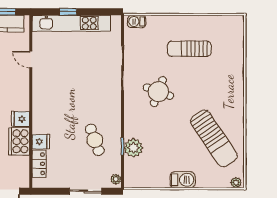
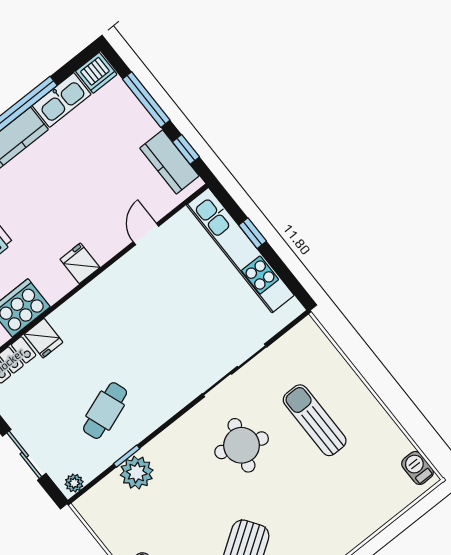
barbecue: (137, 21) -> (417, 468), moved
sun lounger: (189, 49) -> (315, 420), moved
fridge: (20, 119) -> (80, 263), moved

